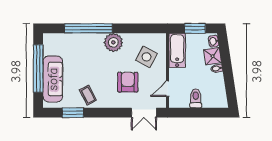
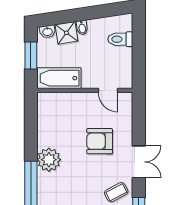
side table: (147, 57) -> (67, 117), removed
toilet: (196, 98) -> (120, 39), moved
double door: (144, 113) -> (139, 162), moved

